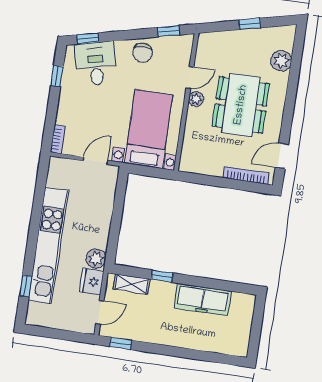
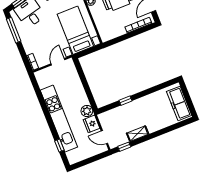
window: (57, 76) -> (14, 30), width x2.17
shelving: (132, 284) -> (138, 134), moved
freezer: (203, 300) -> (179, 103), moved, turned 90
door: (100, 312) -> (104, 137), swing flipped

